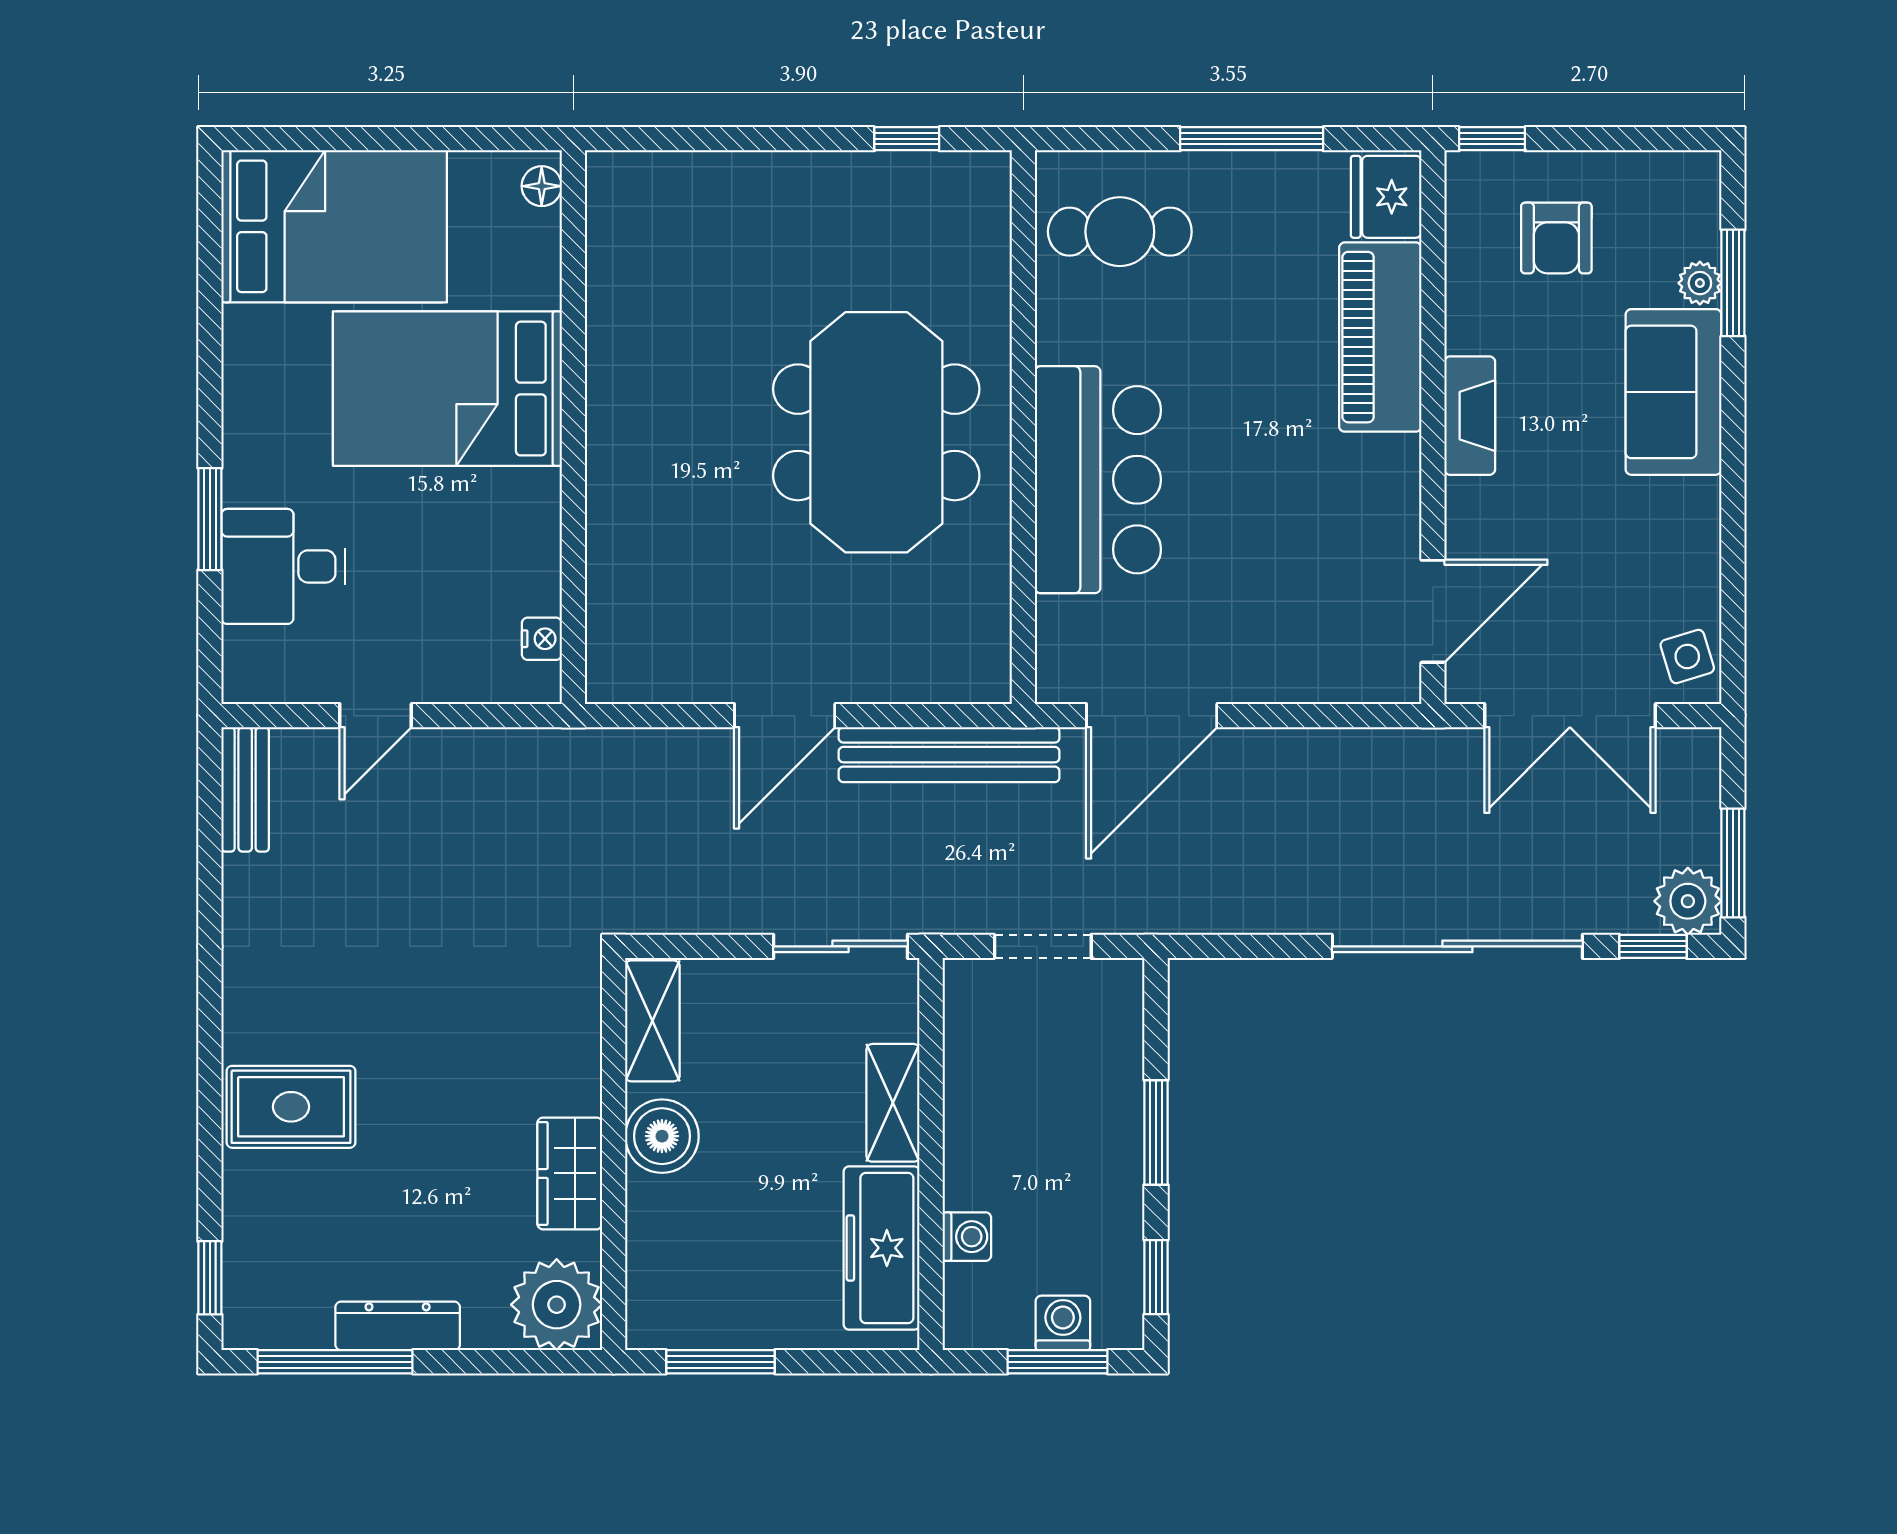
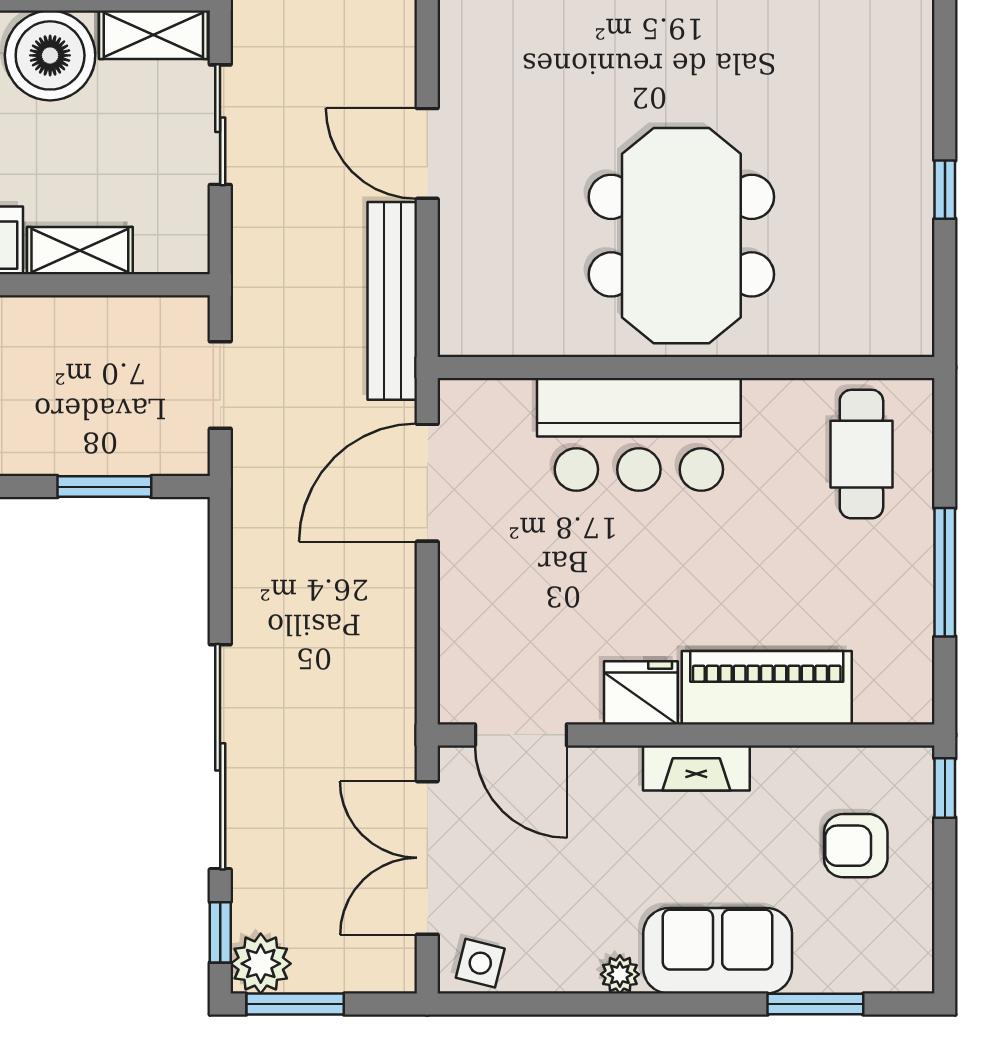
window: (907, 139) -> (945, 190), moved
fridge: (1386, 197) -> (641, 693), moved
plant: (1700, 283) -> (620, 974), moved
meeting table: (876, 432) -> (681, 236), turned 90
side table: (1687, 656) -> (480, 963), turned 31
door: (1152, 716) -> (427, 483), hinge flipped
sliding door: (840, 946) -> (220, 125), moved
window: (1156, 1133) -> (104, 487), moved
boiler: (662, 1136) -> (50, 55), width x1.37, depth x1.37

